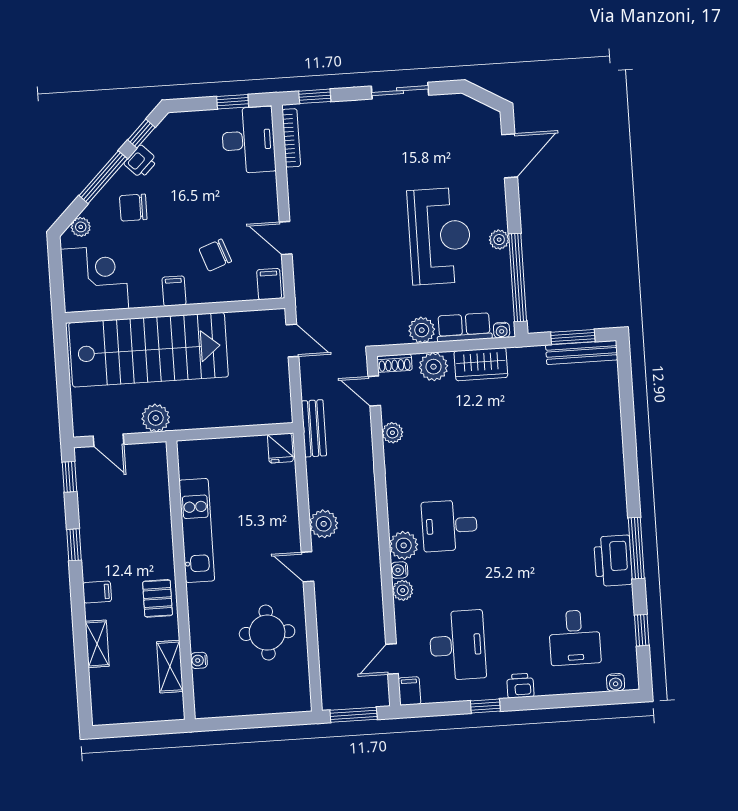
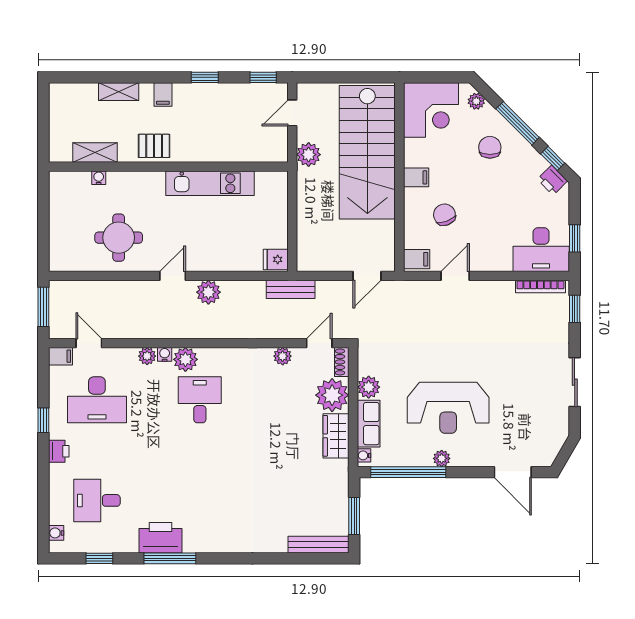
printer: (141, 162) -> (552, 180), moved
bench: (582, 352) -> (319, 545), moved, turned 90
plant: (433, 367) -> (332, 395), width x1.36, depth x1.36

